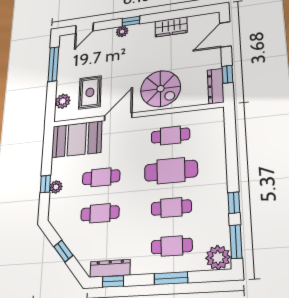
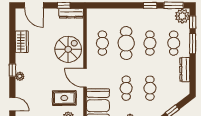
dresser: (110, 268) -> (185, 70), moved
window: (113, 281) -> (193, 22), moved

